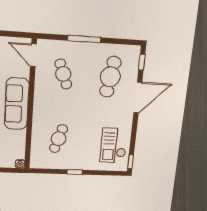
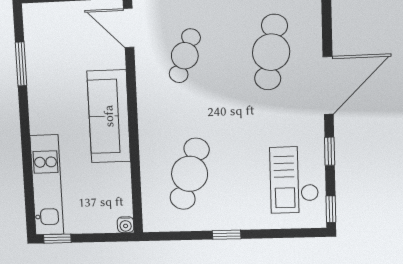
window: (142, 62) -> (330, 151), moved
cafe table: (63, 74) -> (185, 56), turned 42
cafe table: (59, 139) -> (190, 174), width x1.37, depth x1.35

